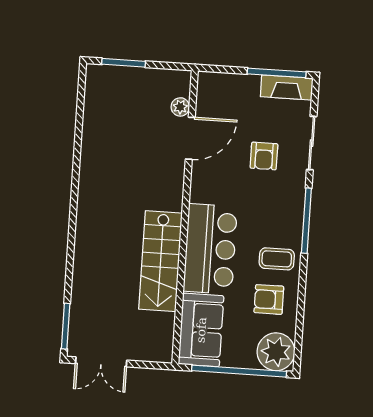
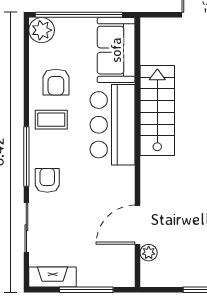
window: (277, 73) -> (86, 290), moved
armchair: (264, 156) -> (47, 180), moved
armchair: (269, 299) -> (56, 82), turned 90
plant: (276, 352) -> (42, 30), width x0.73, depth x0.73

